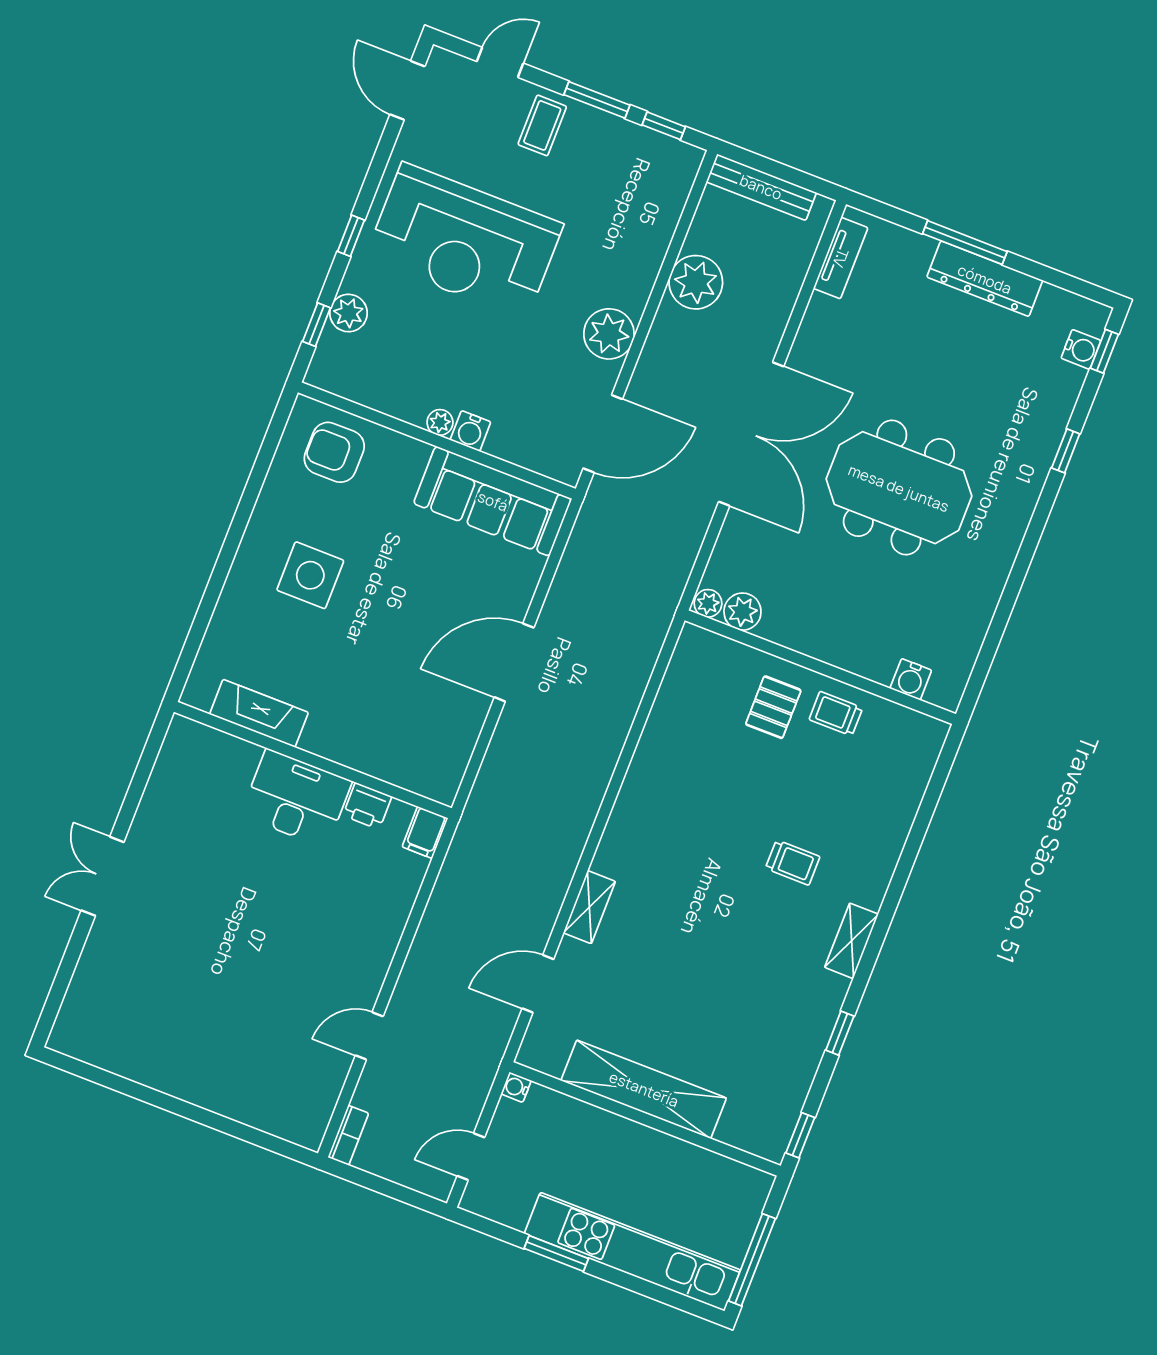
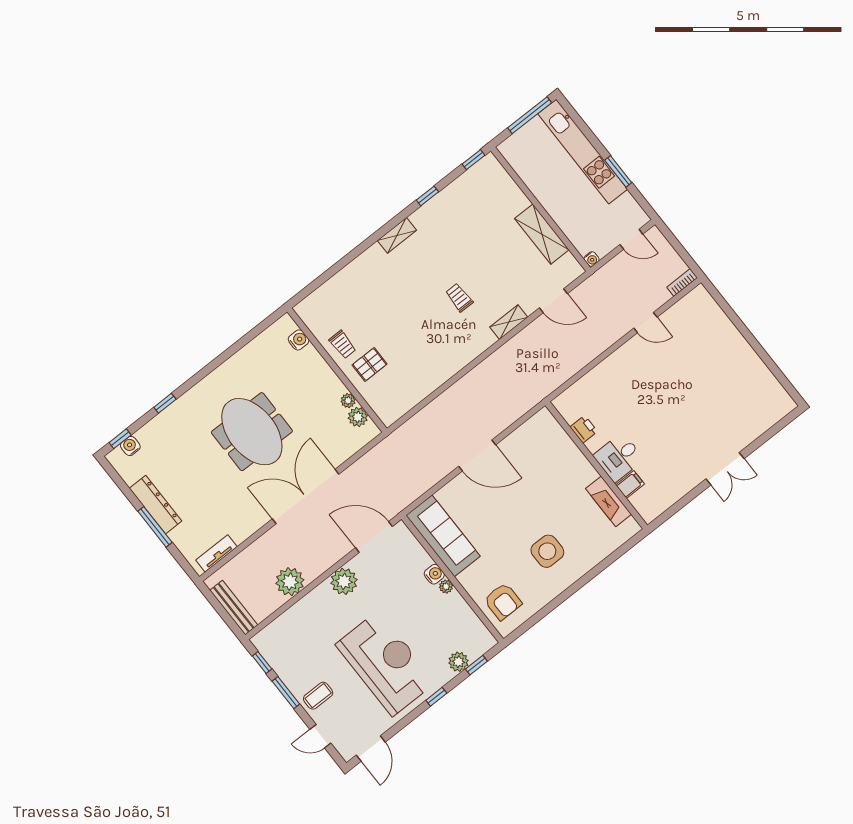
plant: (708, 603) -> (348, 401), moved
desk: (296, 798) -> (619, 457), width x0.73
filing cabinet: (425, 832) -> (630, 484), moved
trolley: (793, 863) -> (459, 298), moved
shelving: (644, 1089) -> (542, 234), width x0.68

